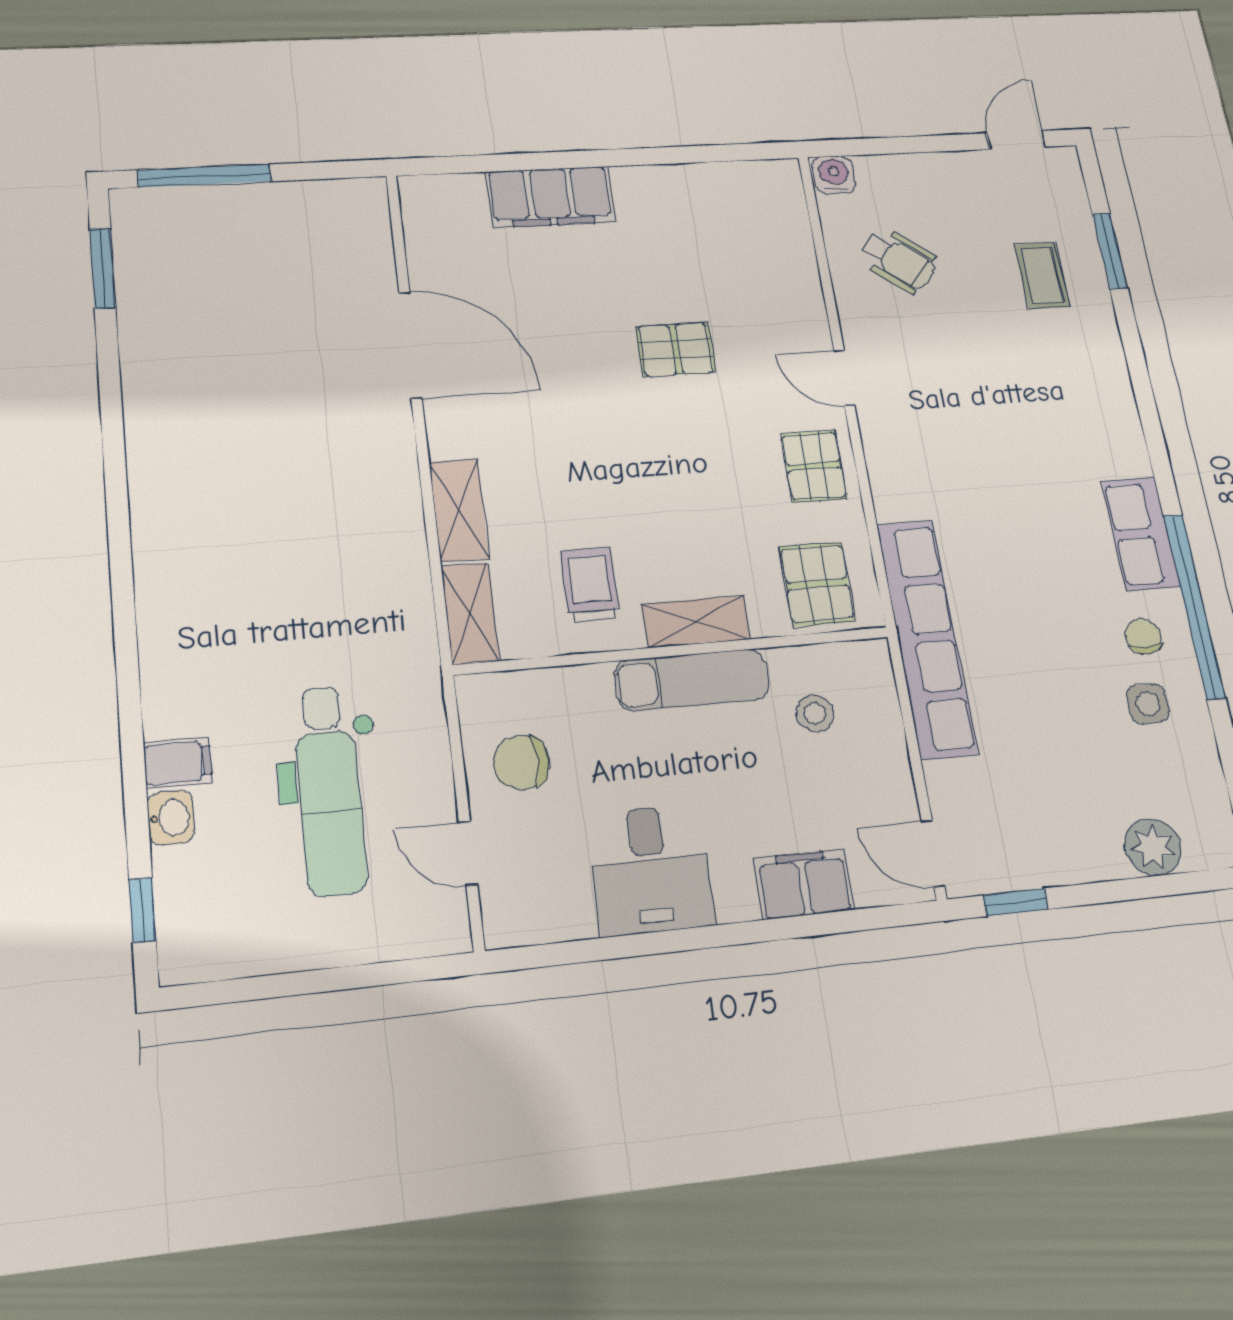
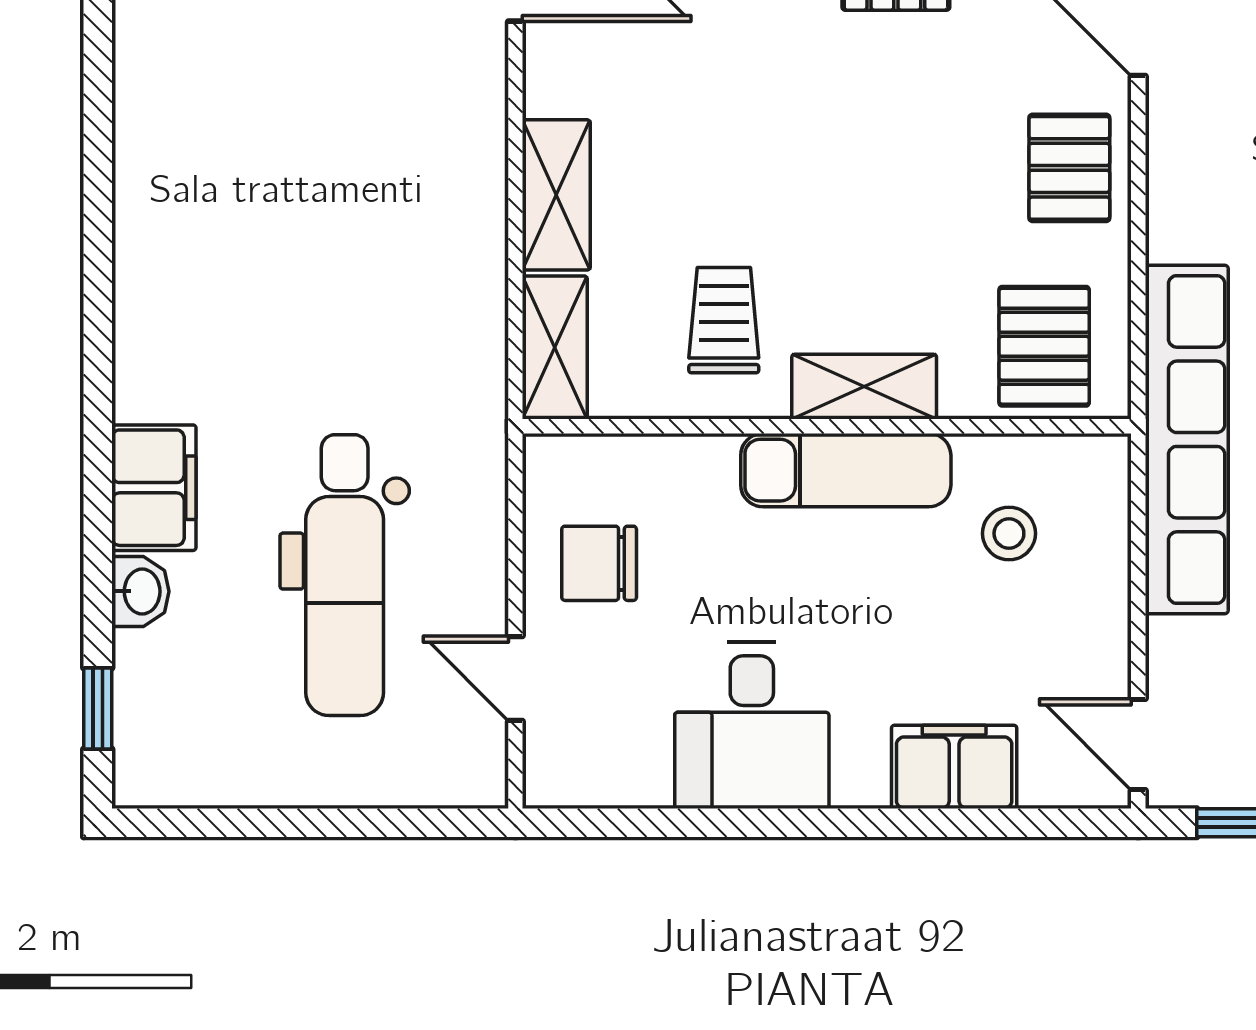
filing cabinet: (178, 763) -> (154, 488), width x2.00

